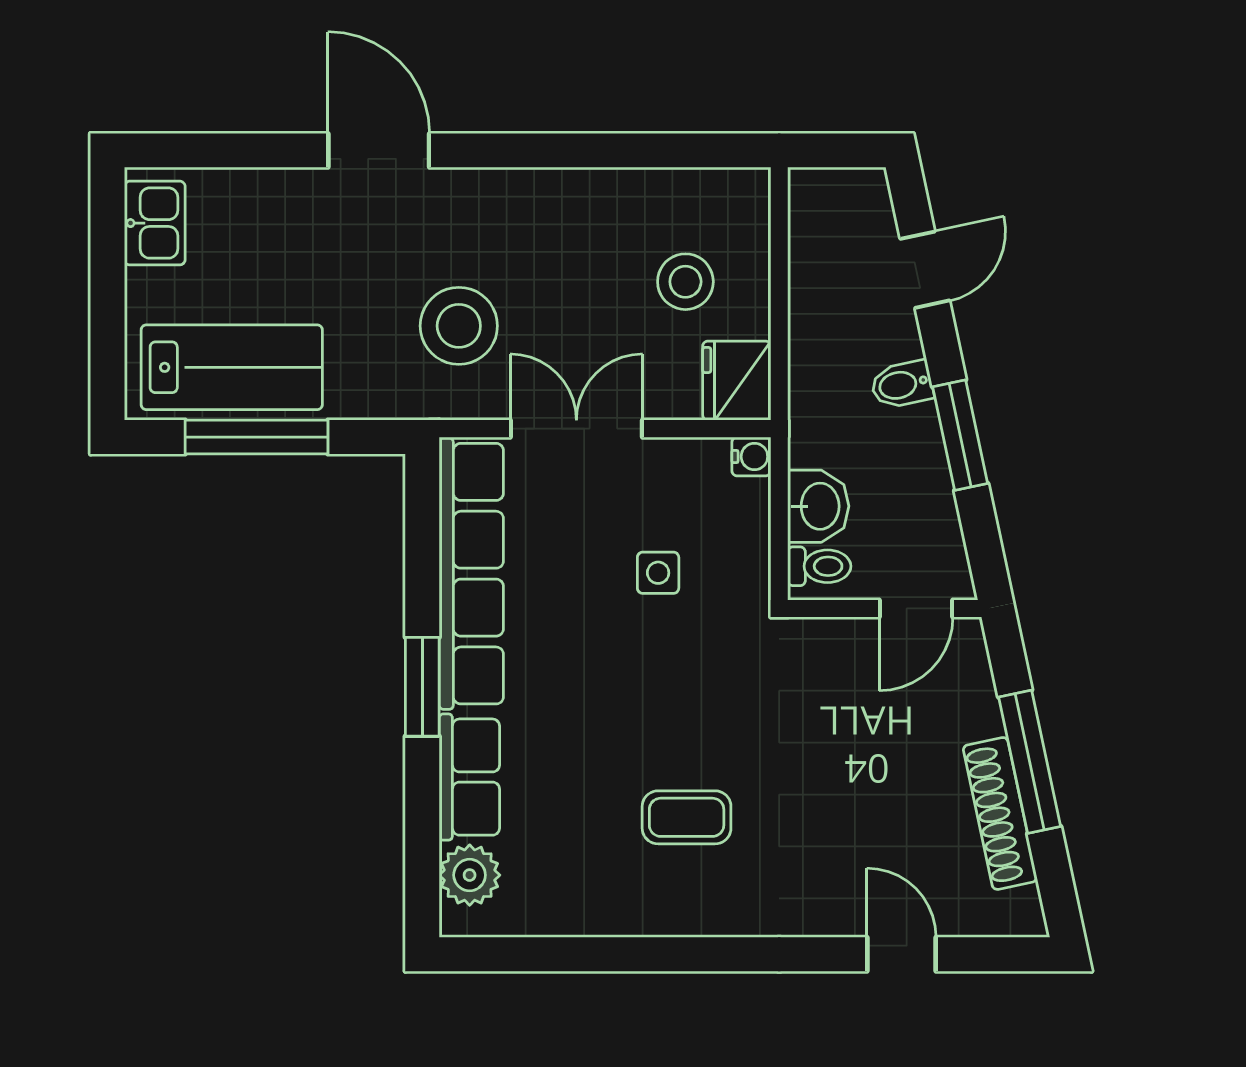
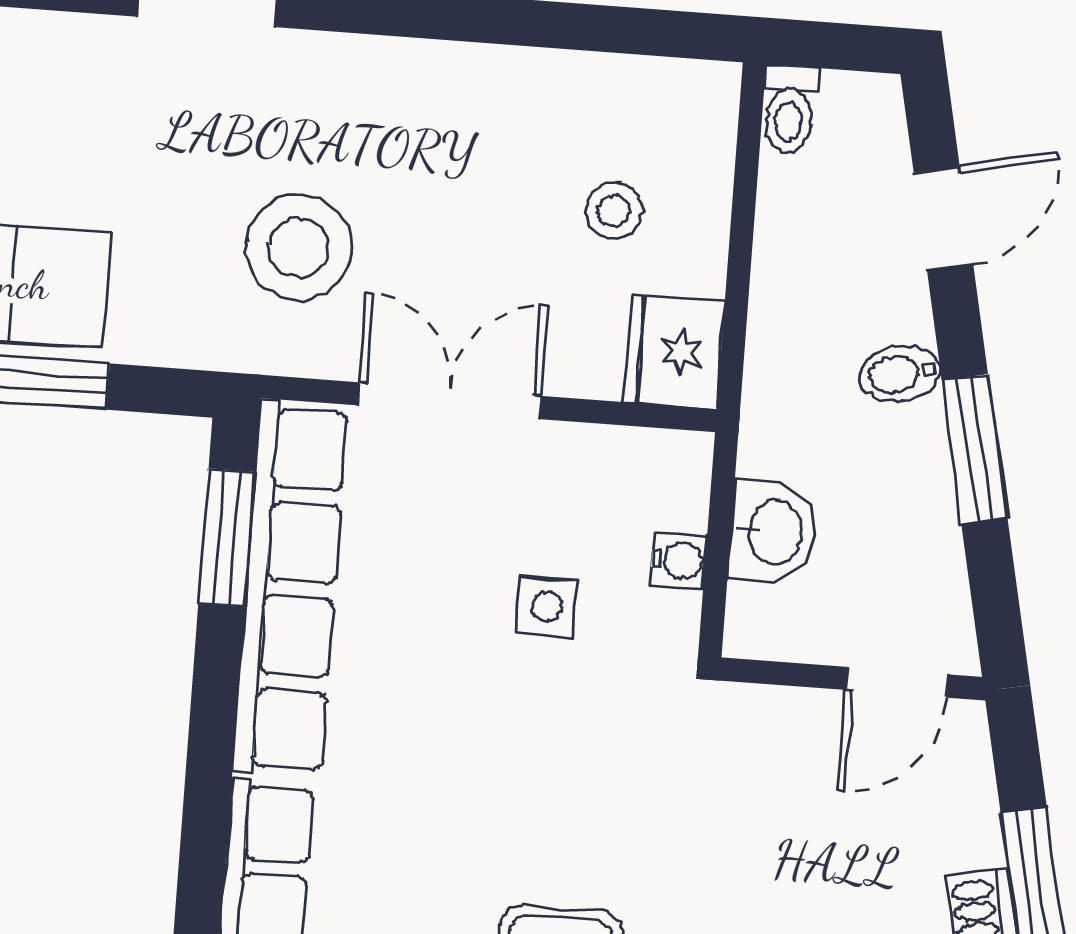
stool: (685, 282) -> (614, 210), width x0.73, depth x0.73
water cooler: (751, 457) -> (679, 560), moved
toilet: (819, 566) -> (789, 109), moved, turned 90
window: (422, 687) -> (227, 538), moved

